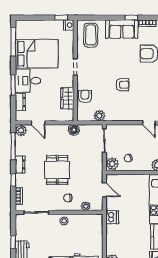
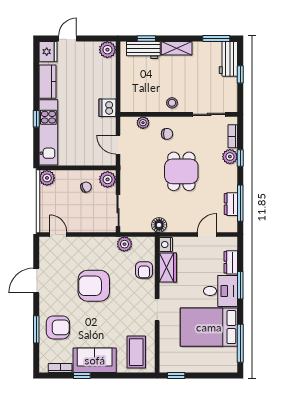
nightstand: (69, 25) -> (166, 245), moved
armchair: (122, 85) -> (94, 286), width x1.88, depth x1.88
door: (38, 123) -> (207, 234), hinge flipped
plant: (21, 130) -> (230, 157), moved
dresser: (20, 164) -> (231, 204), moved

